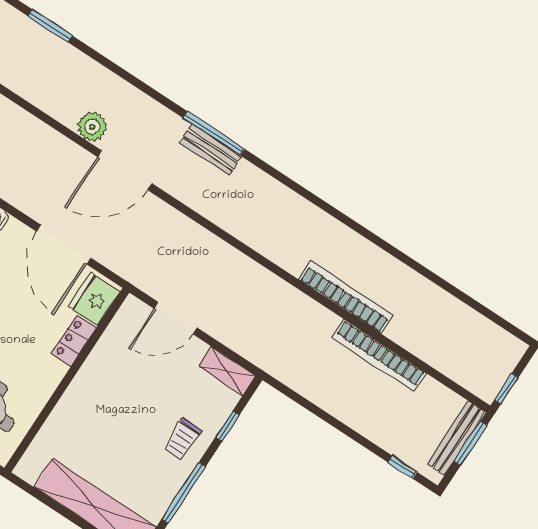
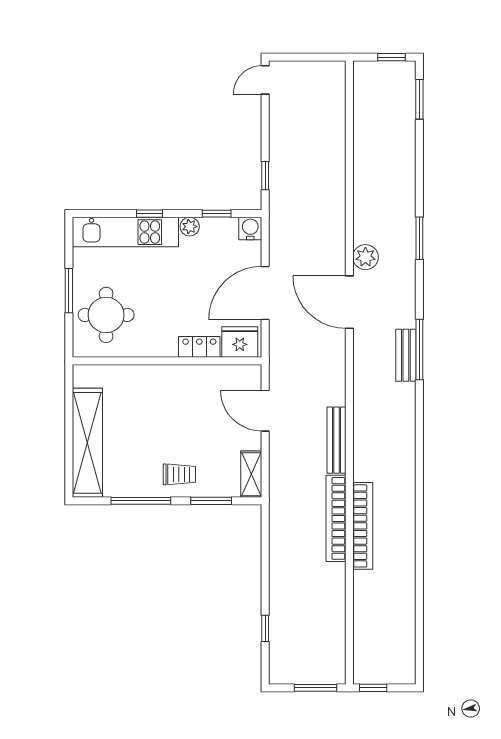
window: (50, 26) -> (419, 238), moved
bookcase: (379, 355) -> (336, 518), moved
window: (228, 426) -> (211, 501), width x1.50
bench: (456, 438) -> (336, 440), moved, turned 90
trolley: (182, 439) -> (179, 474), turned 180
window: (402, 467) -> (265, 628), moved

